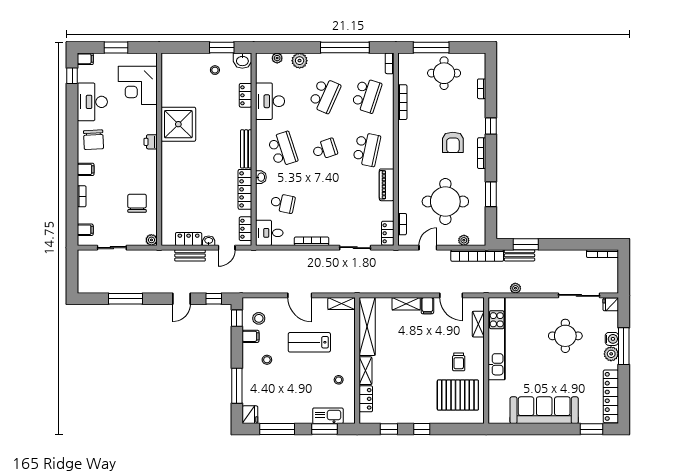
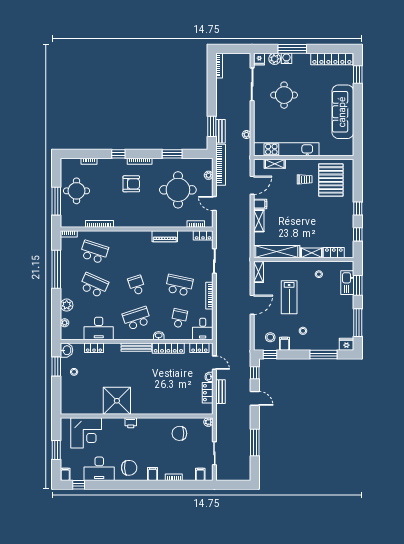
school desk: (367, 149) -> (179, 285), moved
plant: (611, 354) -> (275, 59), moved

